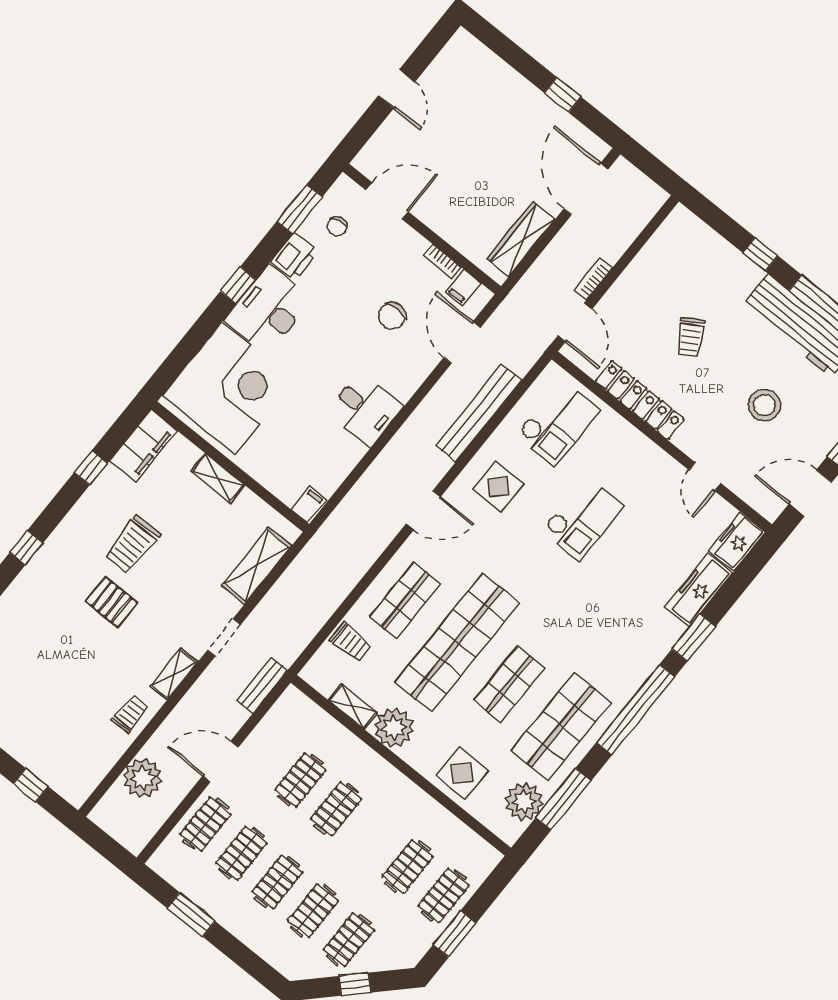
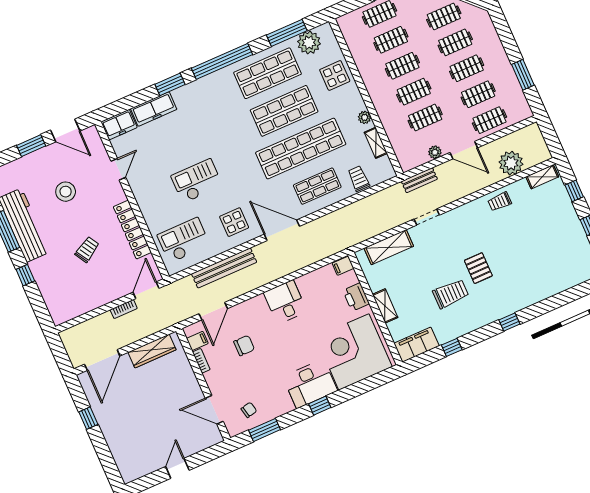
printer: (294, 257) -> (356, 297), moved, turned -90
door: (423, 510) -> (282, 230), width x1.36
shelving: (174, 674) -> (542, 177), moved
shop shelf: (509, 684) -> (284, 111), width x1.43, depth x1.36
plant: (394, 728) -> (365, 117), width x0.53, depth x0.53
plant: (260, 737) -> (435, 152), added
clothes rail: (372, 838) -> (402, 66), added

